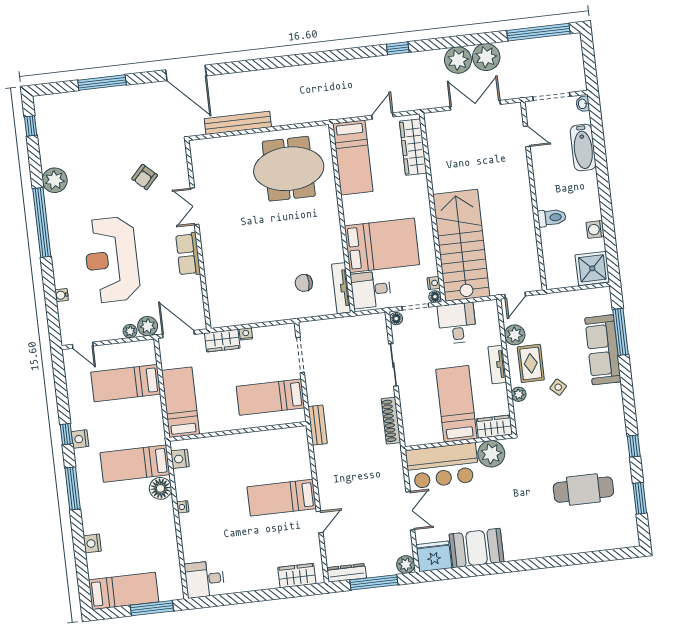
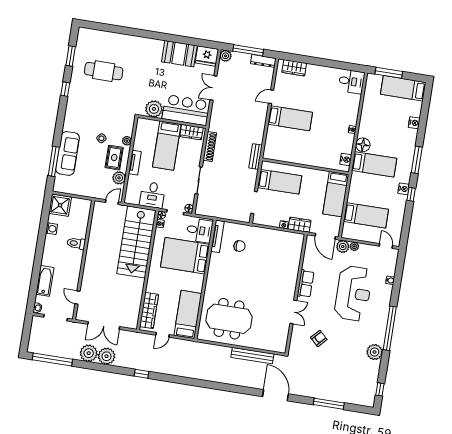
wardrobe: (494, 427) -> (191, 132), moved

